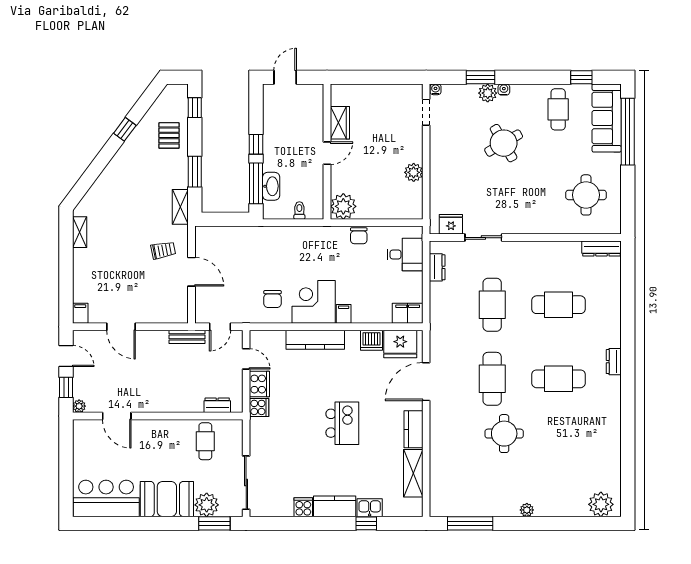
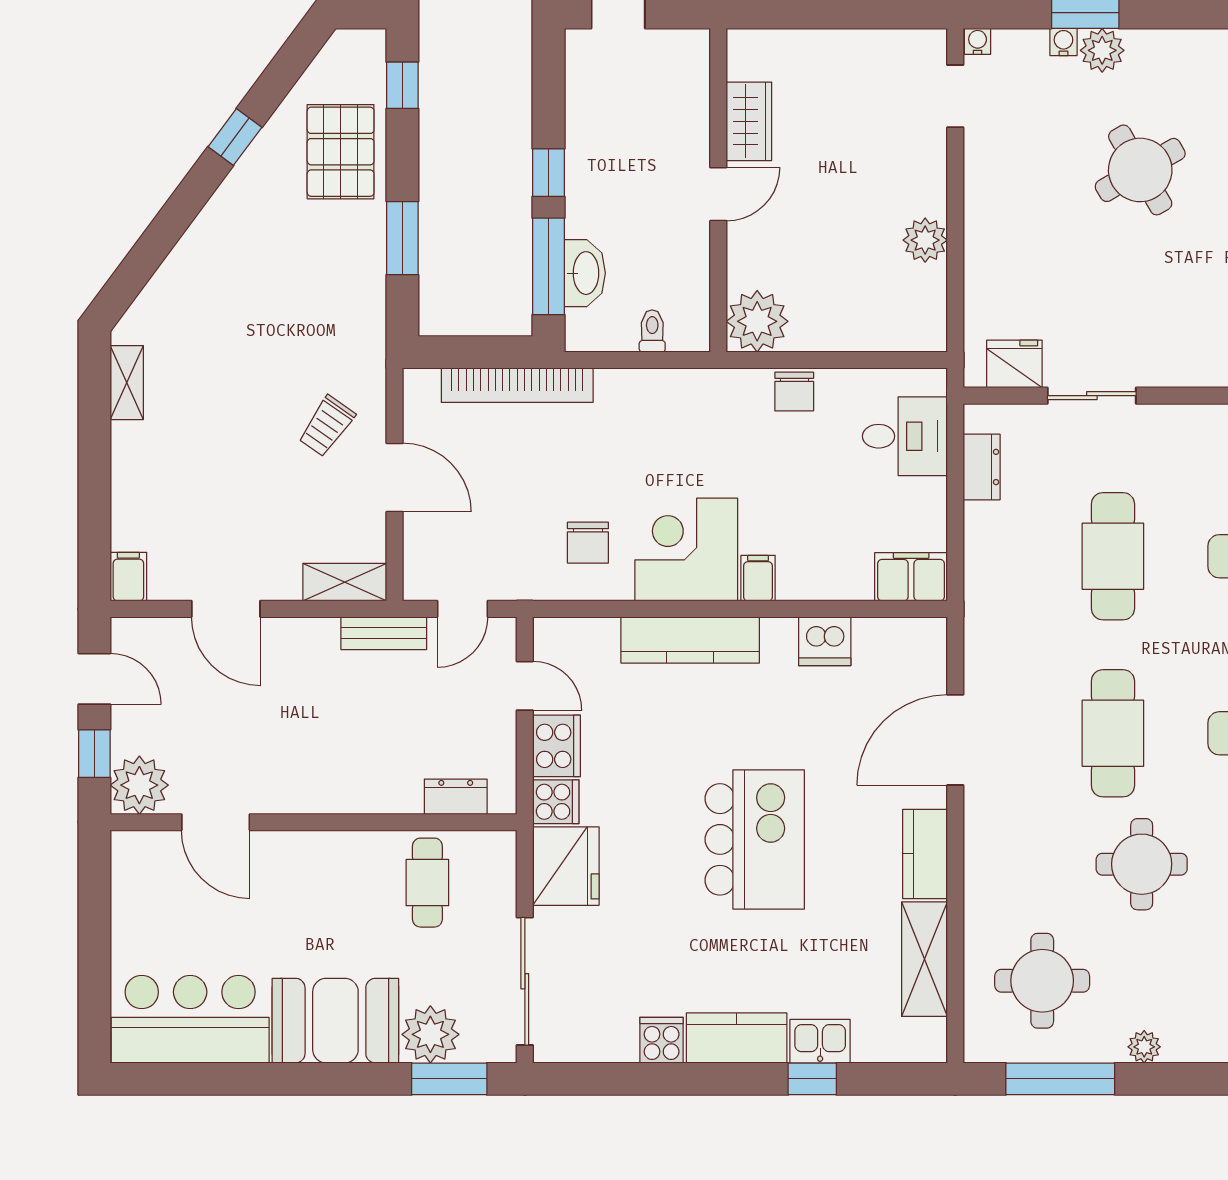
water cooler: (504, 90) -> (1063, 42), moved
pallet: (169, 135) -> (341, 152), width x1.50, depth x1.42
shelving: (180, 207) -> (345, 582), moved, turned 90
bookcase: (243, 233) -> (517, 385), added
trolley: (163, 250) -> (327, 426), turned 136
fridge: (400, 344) -> (566, 866), moved, turned -90
plant: (79, 406) -> (139, 785), width x1.87, depth x1.87
kitchen island: (342, 423) -> (755, 839), width x1.37, depth x1.28
round table: (463, 482) -> (1042, 981), added
plant: (527, 510) -> (1144, 1047), moved

